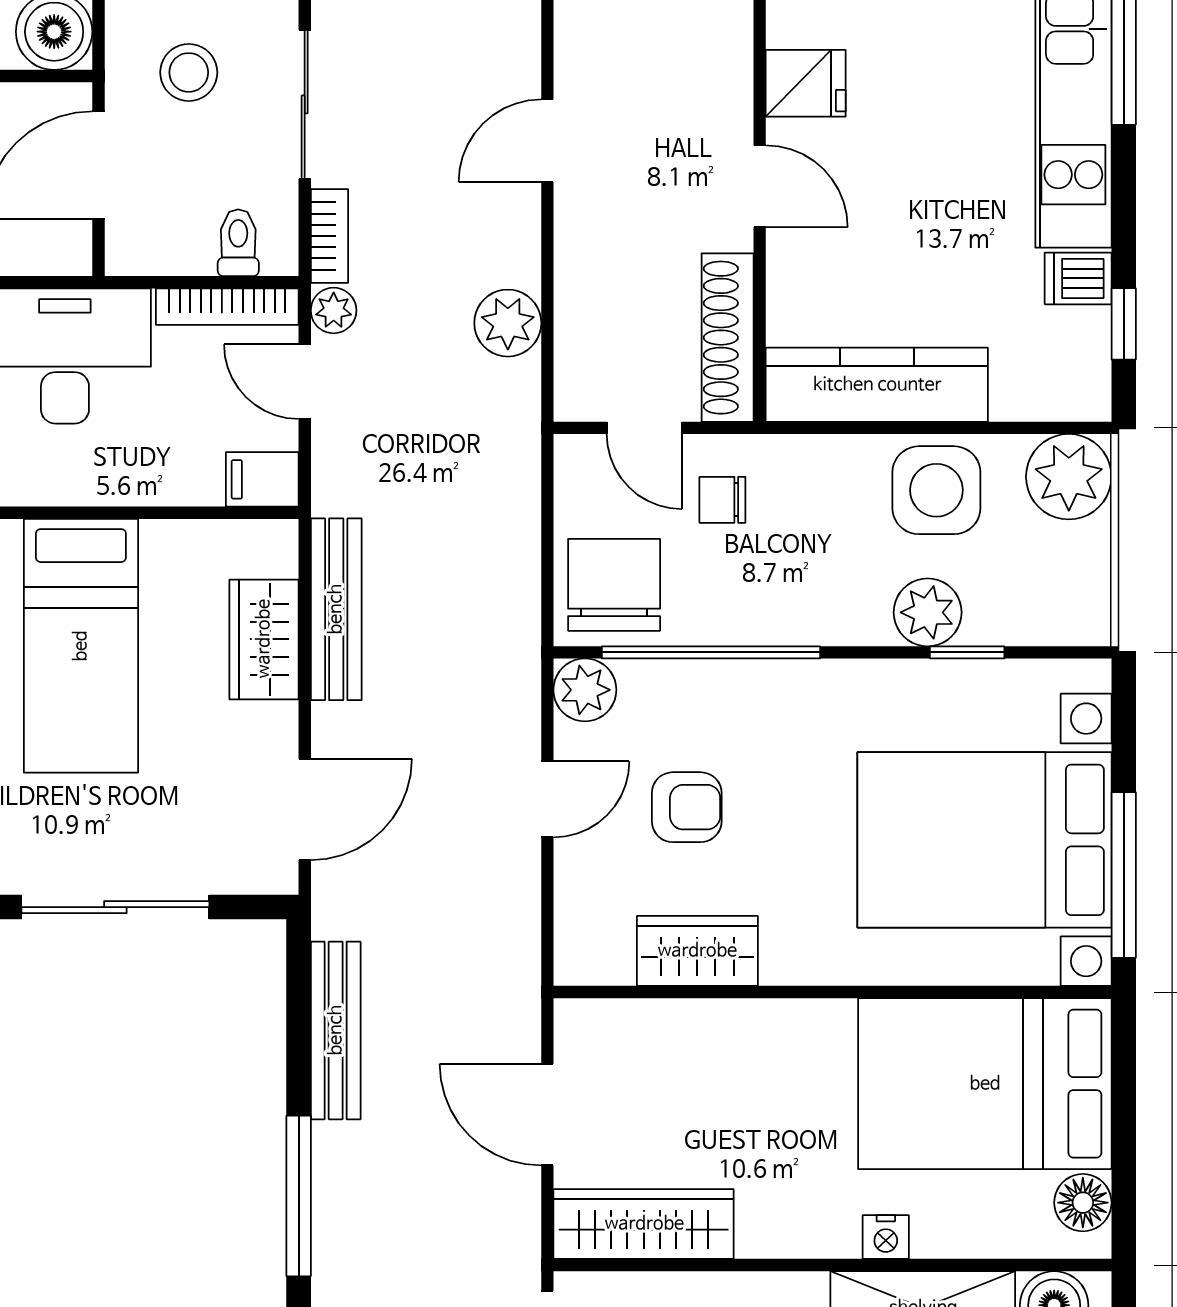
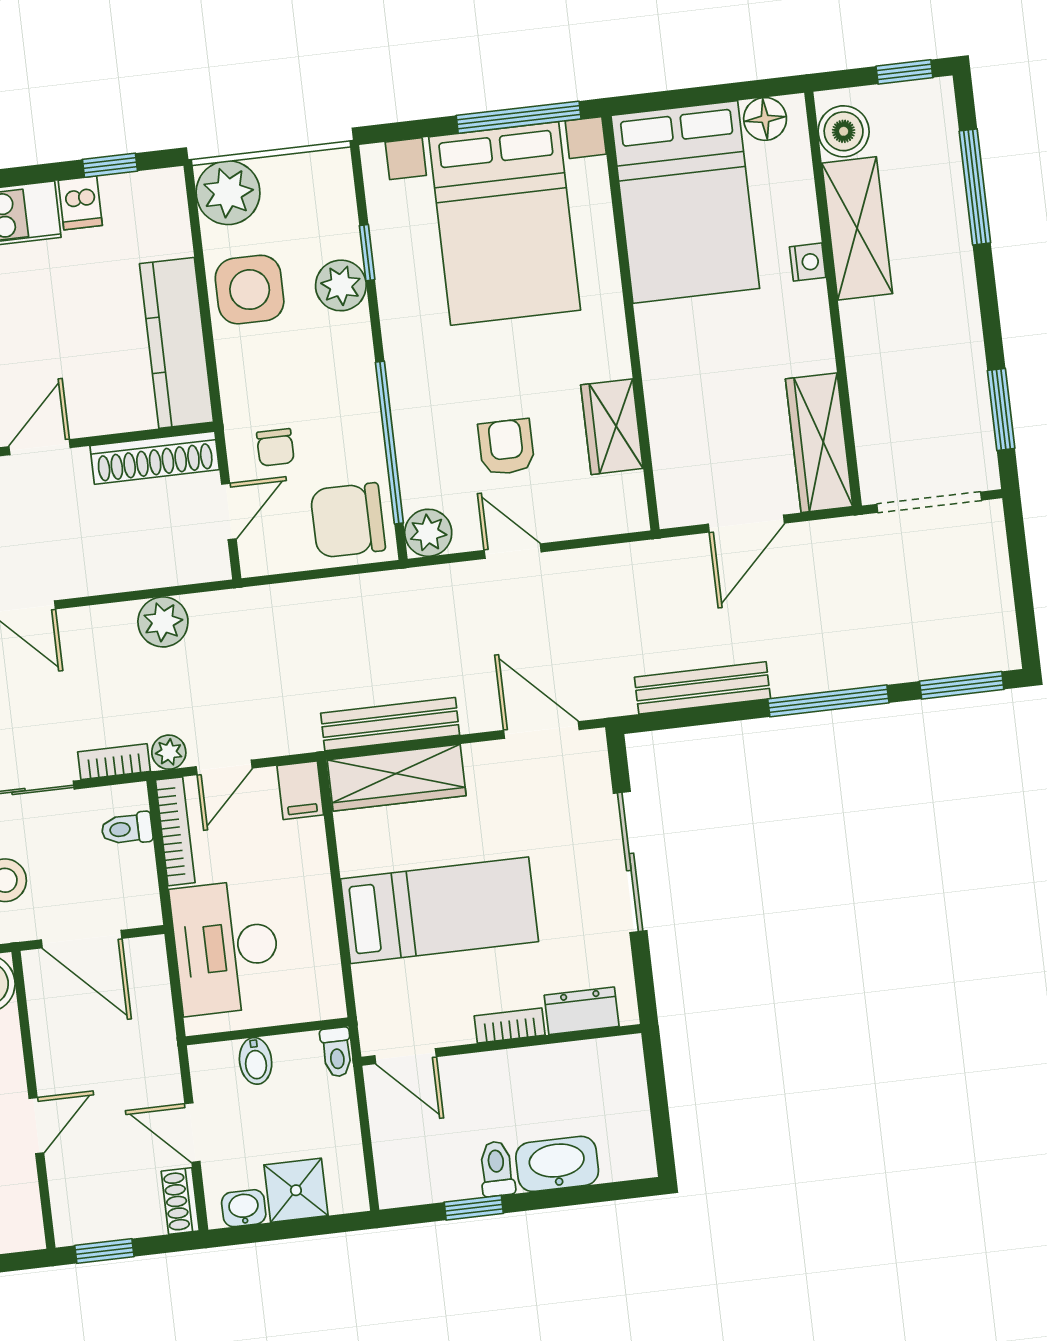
wardrobe: (264, 639) -> (397, 778), width x1.50

